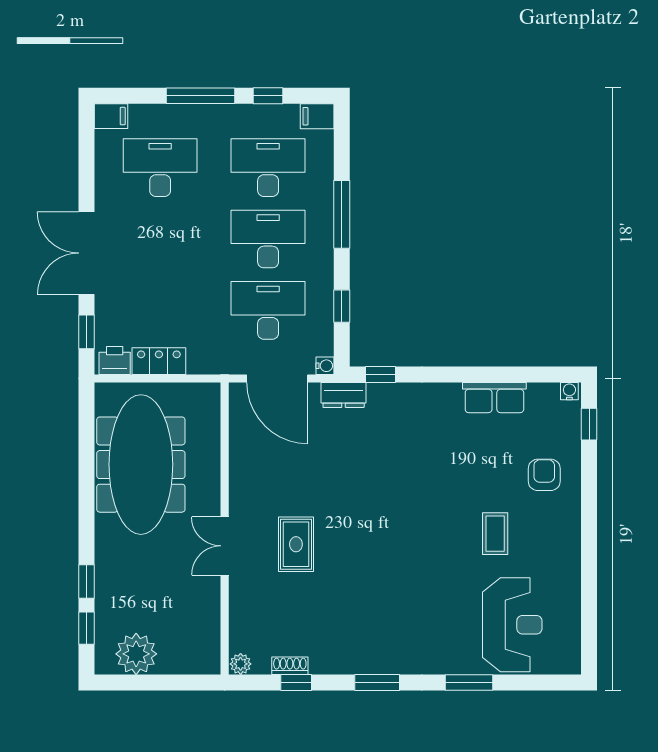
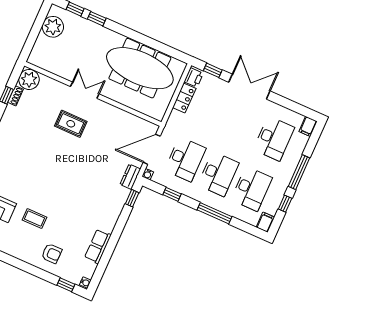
plant: (241, 664) -> (29, 79), width x1.87, depth x1.87

